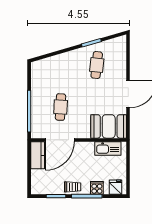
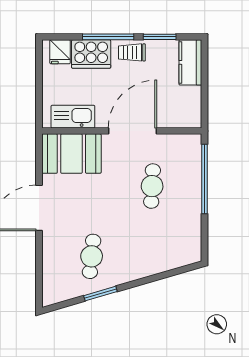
door: (60, 140) -> (132, 131), moved
kitchen counter: (38, 155) -> (190, 62), moved
cooker: (97, 188) -> (91, 54), width x1.87, depth x1.31

